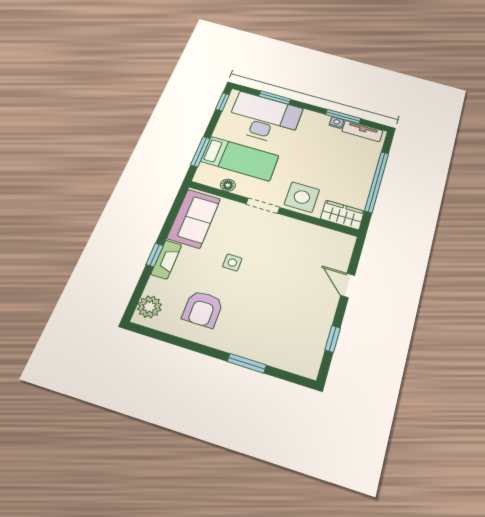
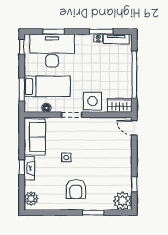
door: (348, 285) -> (134, 128), moved
armchair: (203, 309) -> (76, 189), moved
plant: (304, 360) -> (123, 201), added

